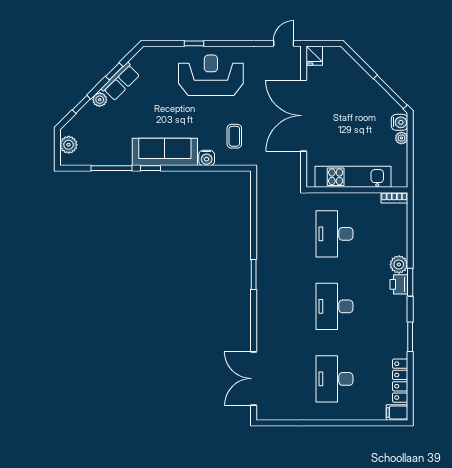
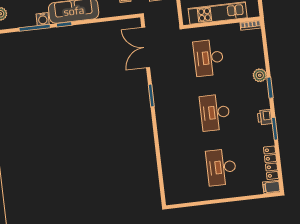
water cooler: (207, 158) -> (43, 19), moved
printer: (399, 284) -> (265, 117), moved
double door: (254, 379) -> (146, 48), moved

